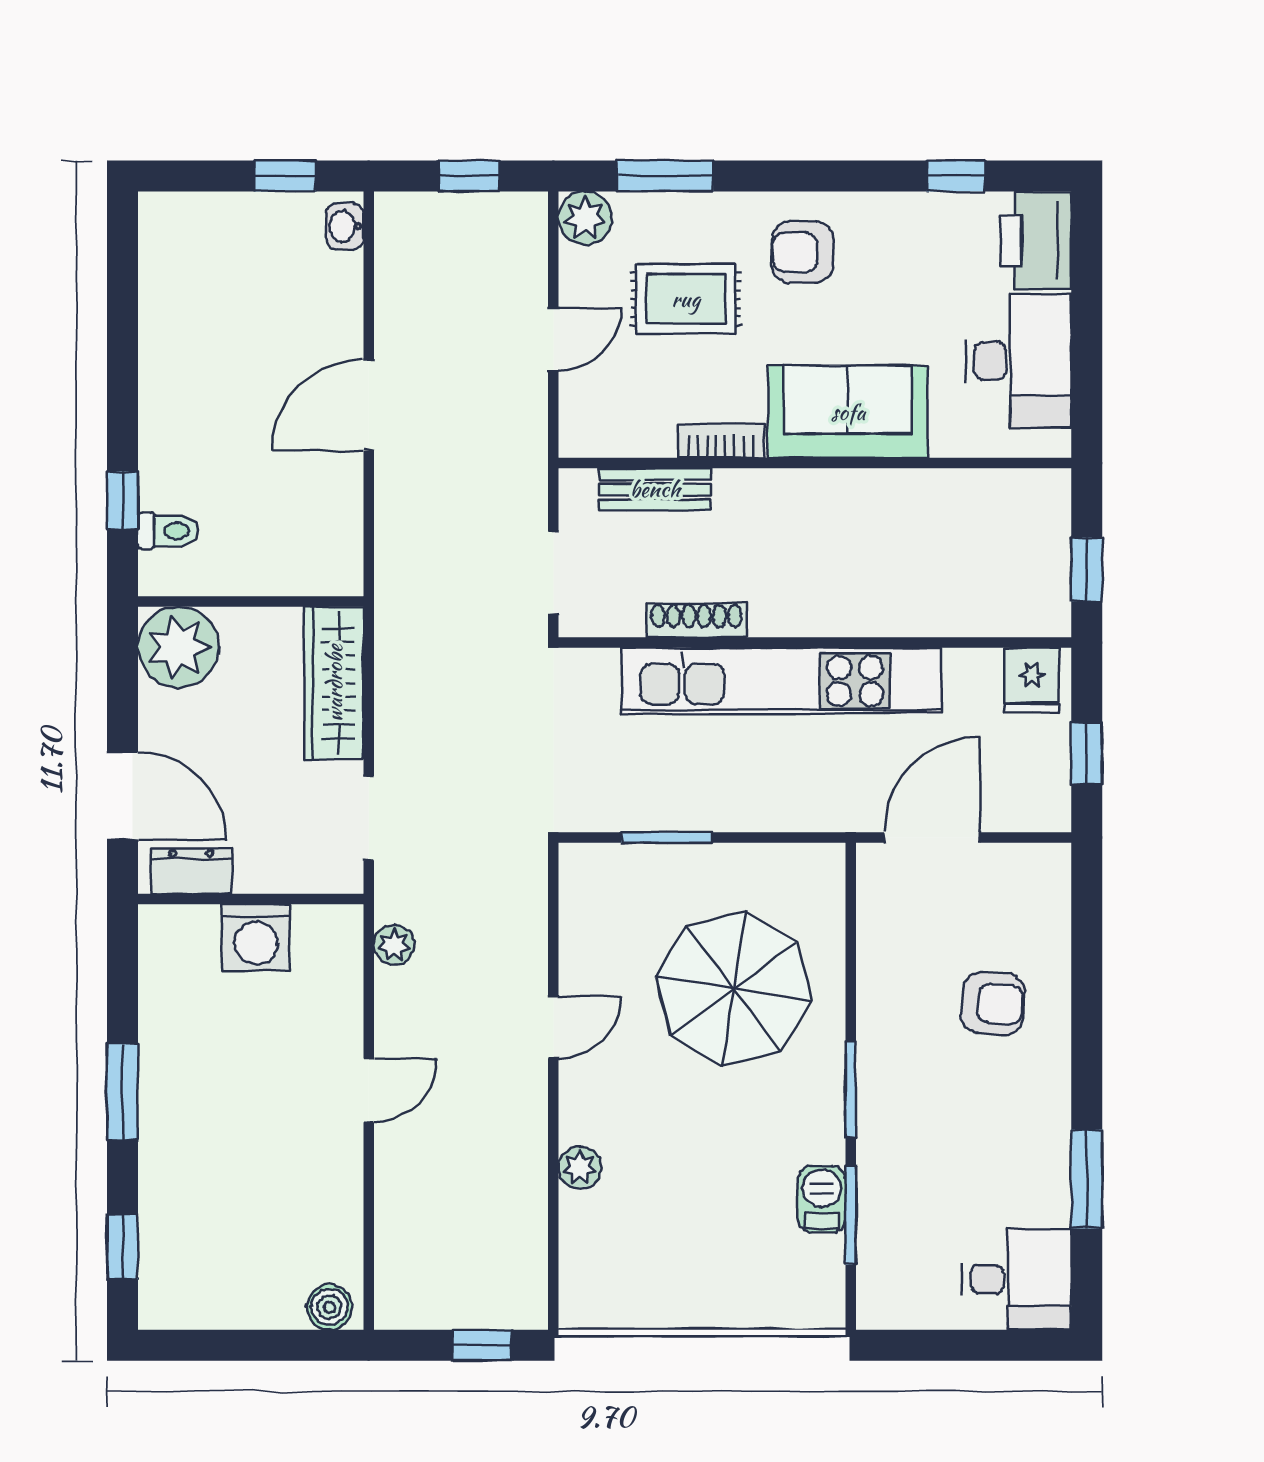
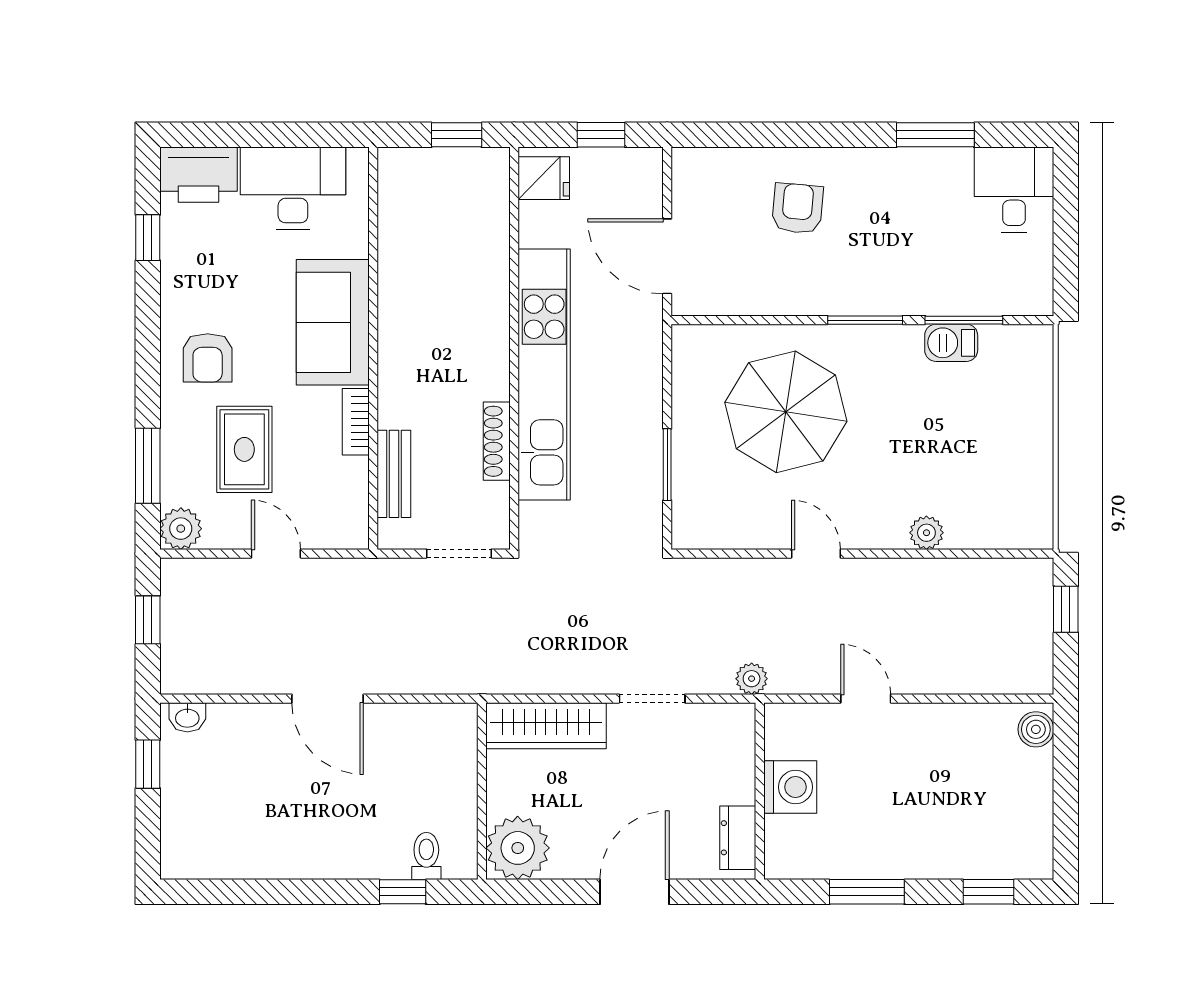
dresser: (191, 871) -> (738, 838), moved
wall: (251, 899) -> (760, 791), moved
washing machine: (256, 938) -> (790, 787), moved

